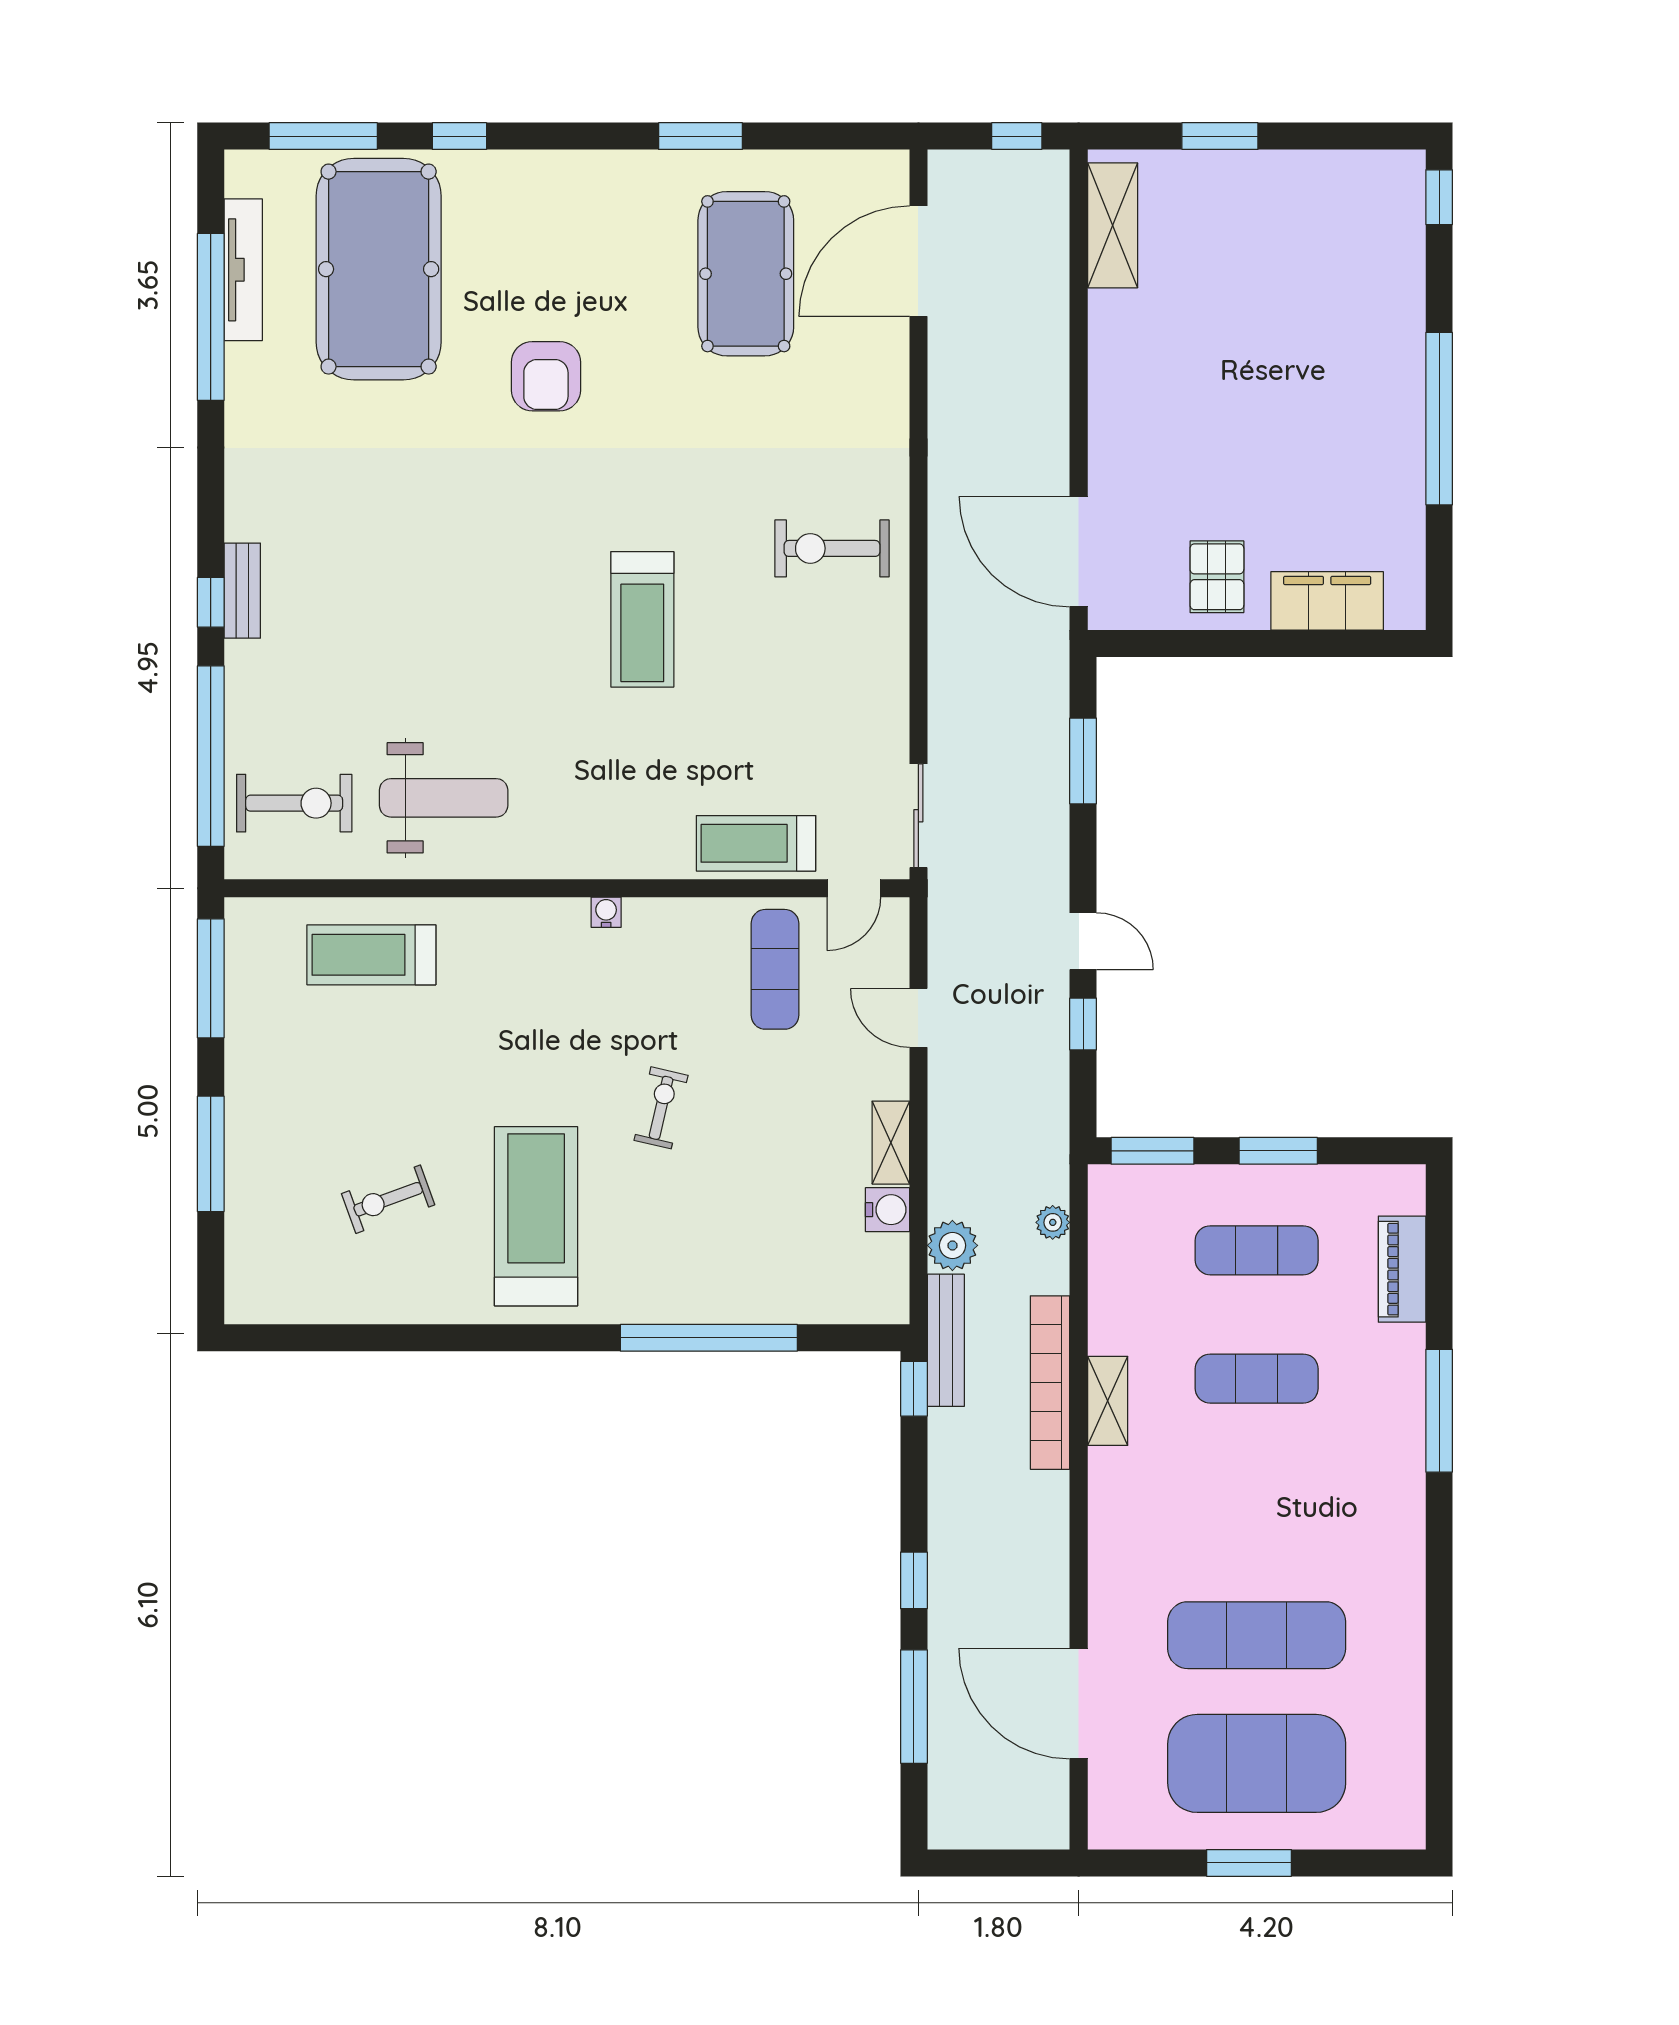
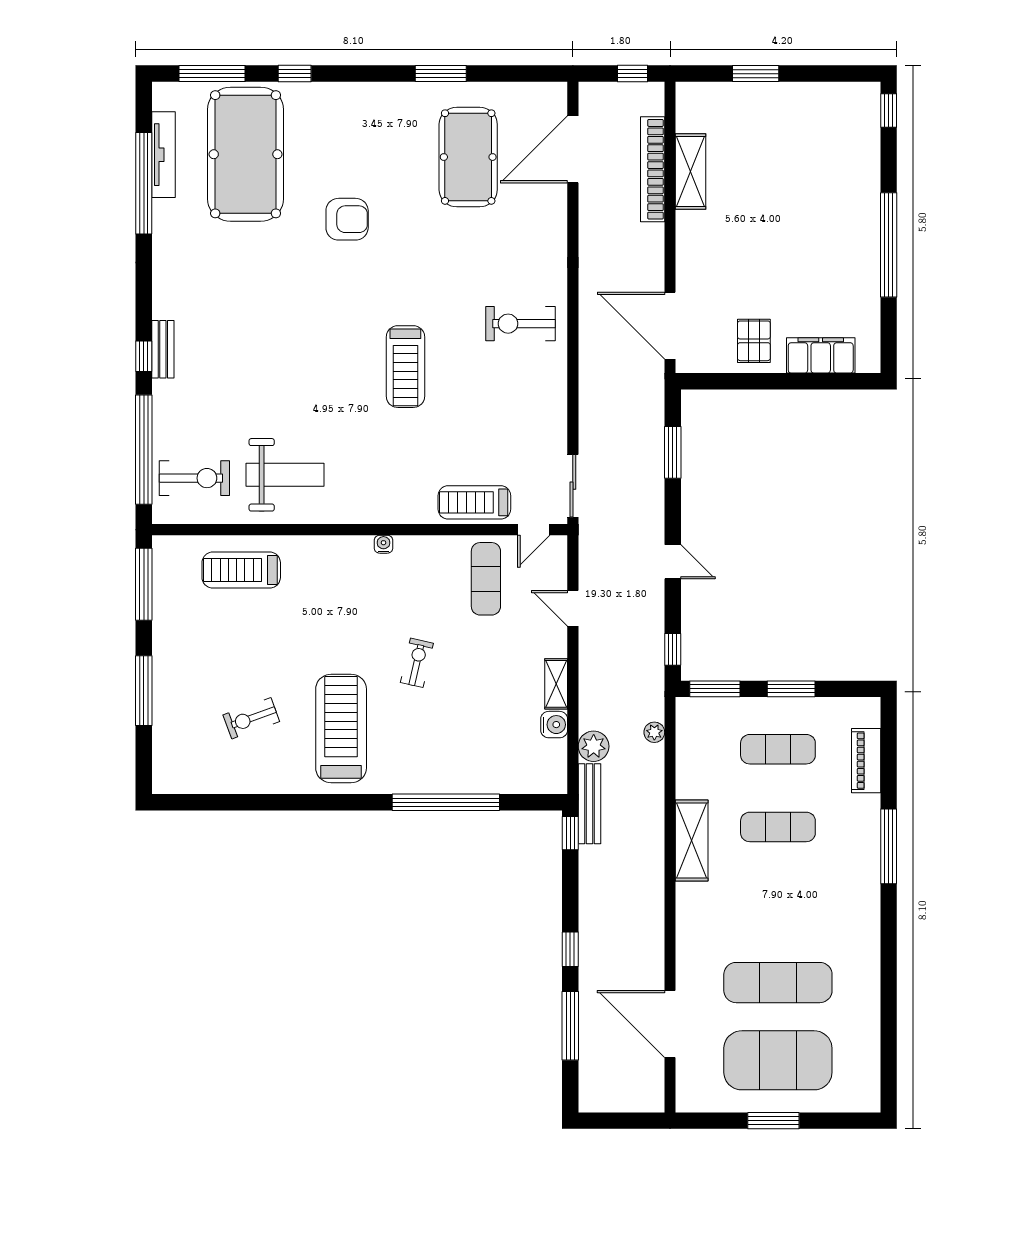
shelving: (1113, 225) -> (691, 172), moved
armchair: (546, 376) -> (347, 219), turned -90
window: (1083, 1024) -> (673, 649), moved
bookcase: (1050, 1383) -> (653, 169), moved
shelving: (1108, 1401) -> (692, 840), width x1.50, depth x1.33

